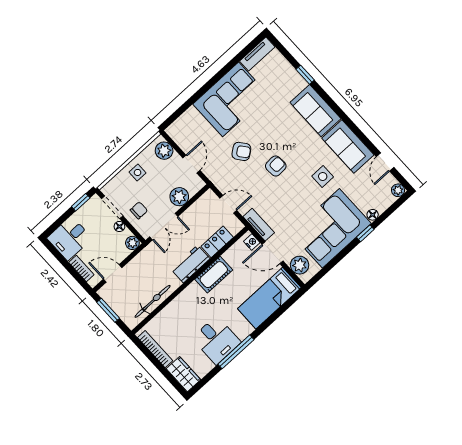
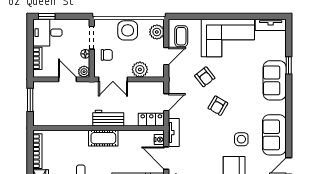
sofa: (315, 111) -> (275, 80), moved
coffee table: (189, 135) -> (181, 36), added
armchair: (276, 166) -> (218, 106), turned 123
side table: (138, 172) -> (128, 30), width x1.87, depth x1.87
window: (81, 202) -> (47, 16), moved
door: (228, 204) -> (166, 102), hinge flipped
locker: (217, 242) -> (151, 120), moved
door: (113, 273) -> (67, 79), moved
cot: (214, 275) -> (103, 138), moved
bicycle: (153, 301) -> (63, 120), removed

